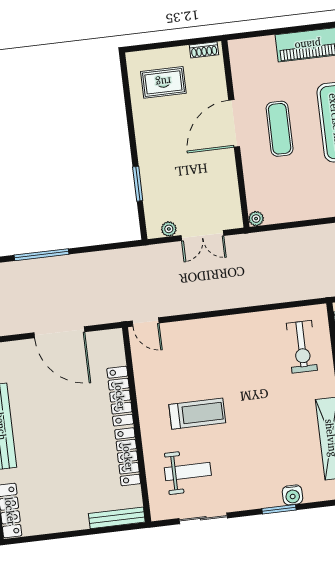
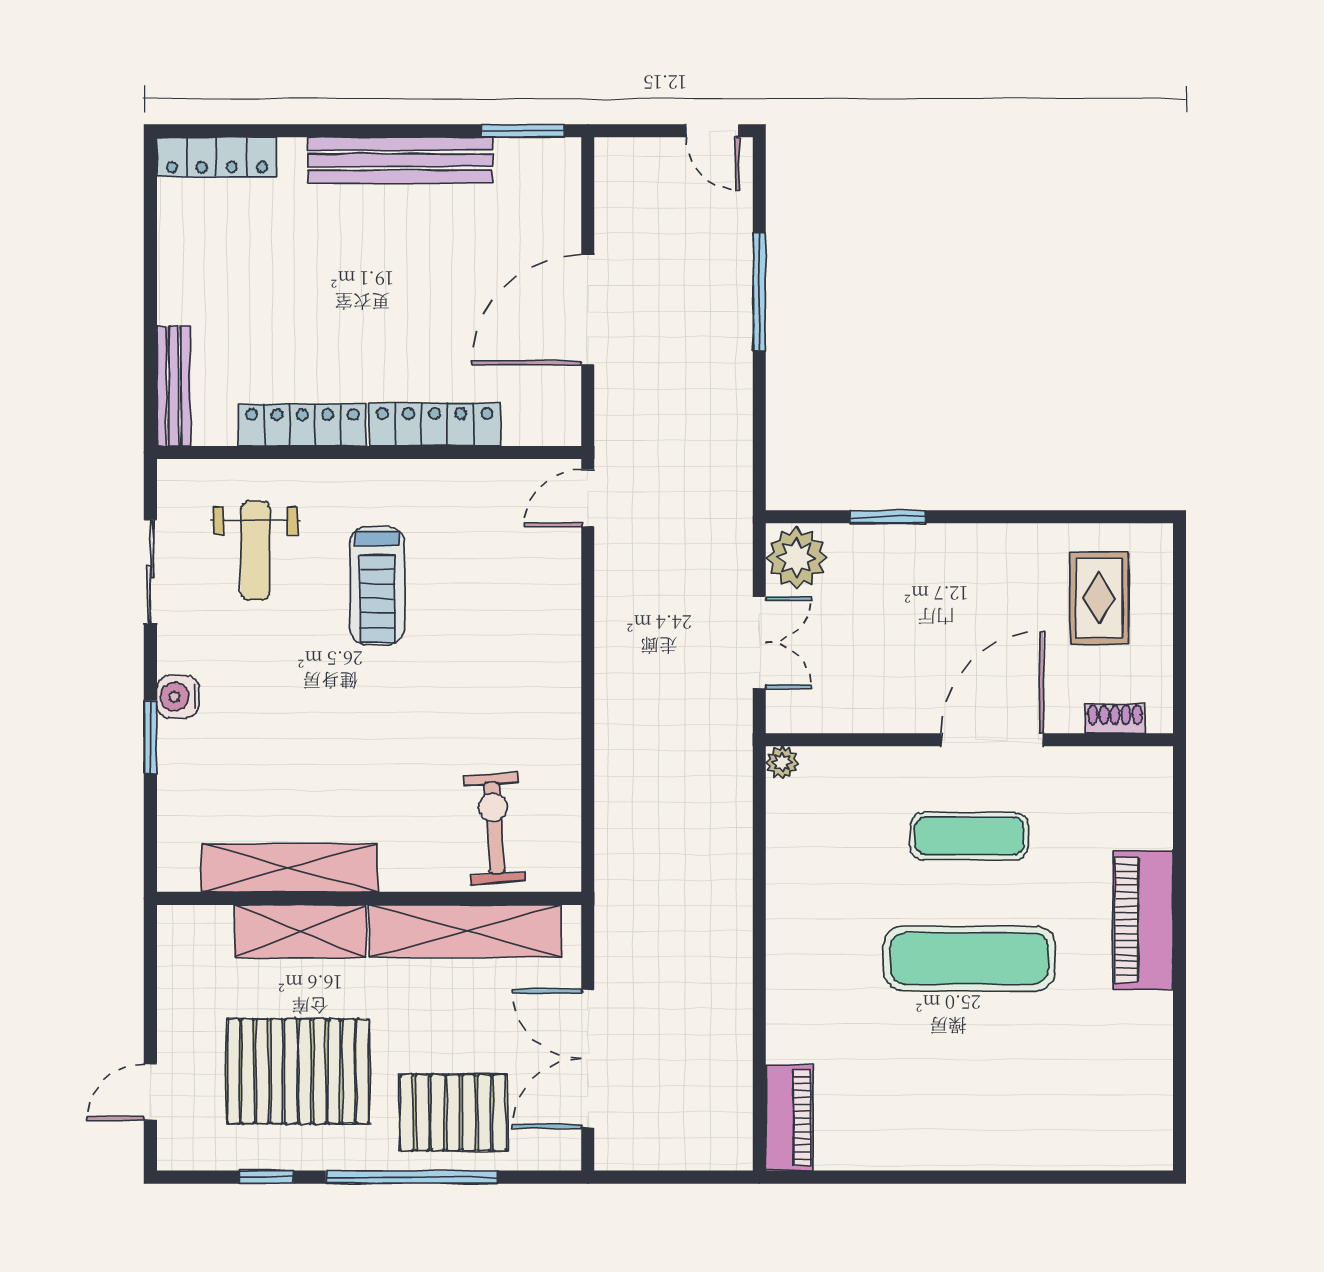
shoe rack: (204, 50) -> (1115, 719), moved, turned 90
door: (234, 123) -> (992, 740), hinge flipped
plant: (169, 229) -> (797, 558), width x1.87, depth x1.87
double door: (202, 236) -> (759, 643), swing flipped
exercise bike: (302, 347) -> (494, 828), turned 86
water cooler: (293, 495) -> (178, 697), moved

